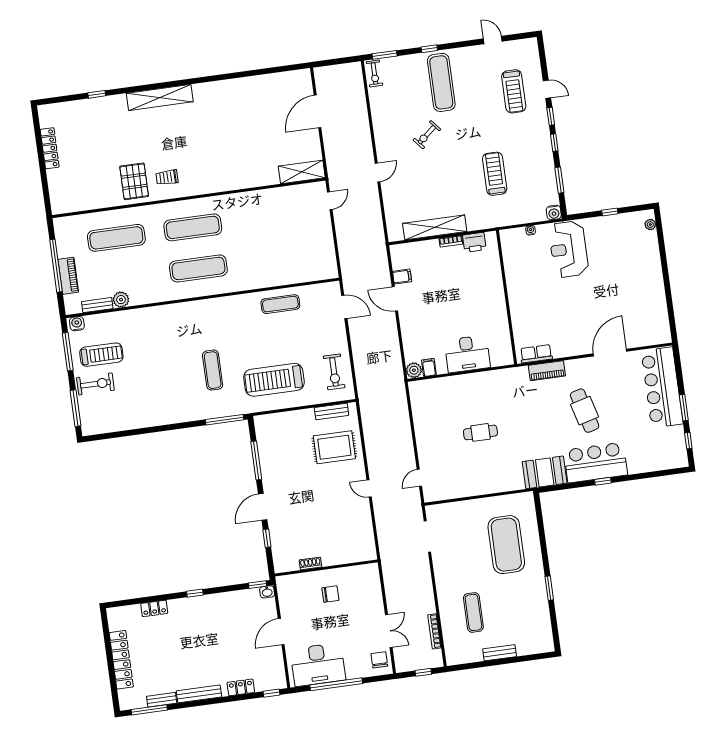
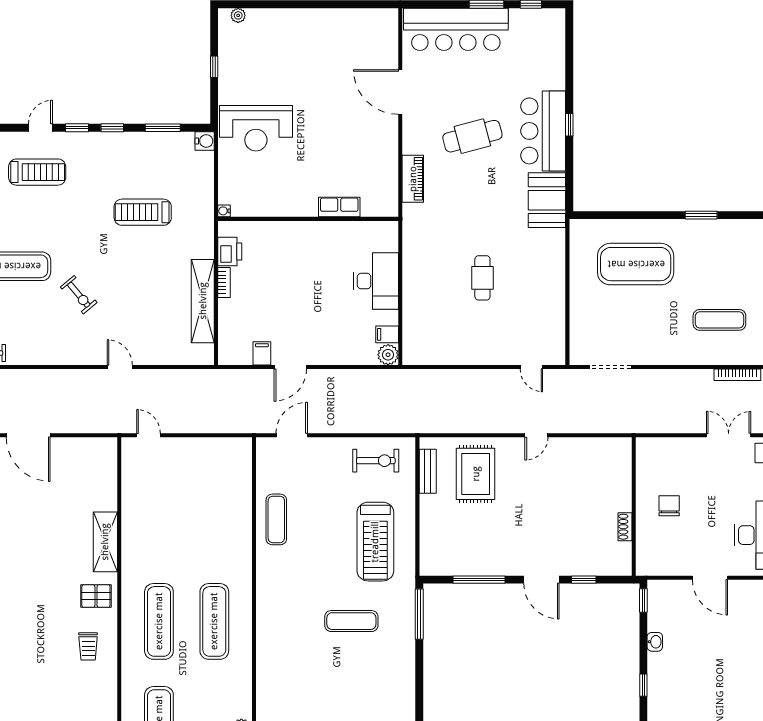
shelving: (302, 172) -> (105, 542), moved
pallet: (134, 181) -> (96, 596), moved, width x0.67, depth x0.71
water cooler: (531, 230) -> (224, 211), moved
row of seats: (536, 354) -> (339, 207), moved, turned 90
washbasin: (267, 592) -> (655, 642), moved

